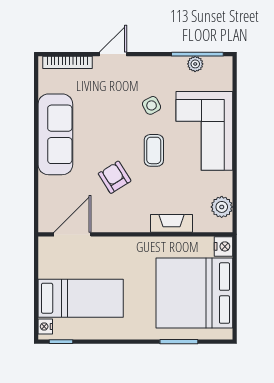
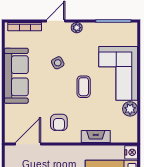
plant: (195, 64) -> (77, 28), moved
side table: (152, 105) -> (58, 63), moved
armchair: (115, 177) -> (59, 122), moved, turned -148
plant: (222, 207) -> (130, 109), moved

